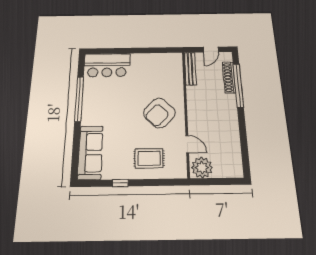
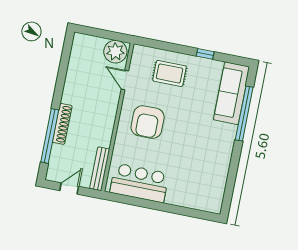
bar counter: (107, 65) -> (139, 183), moved
shoe rack: (229, 77) -> (62, 124), moved
window: (79, 99) -> (244, 114), moved
armchair: (159, 113) -> (148, 122), turned 136

